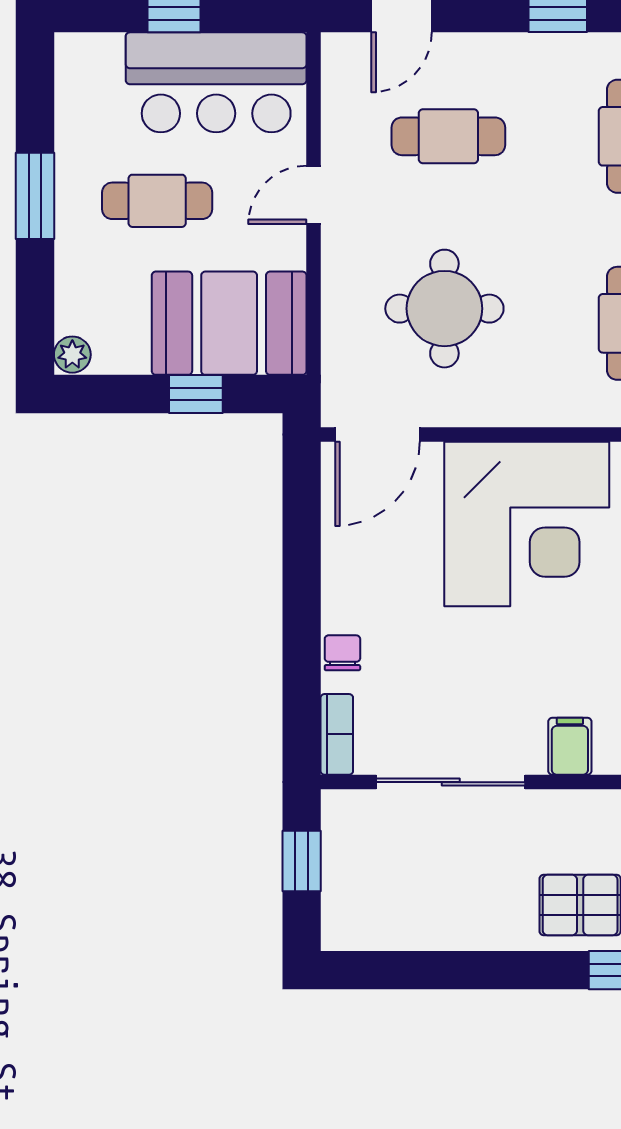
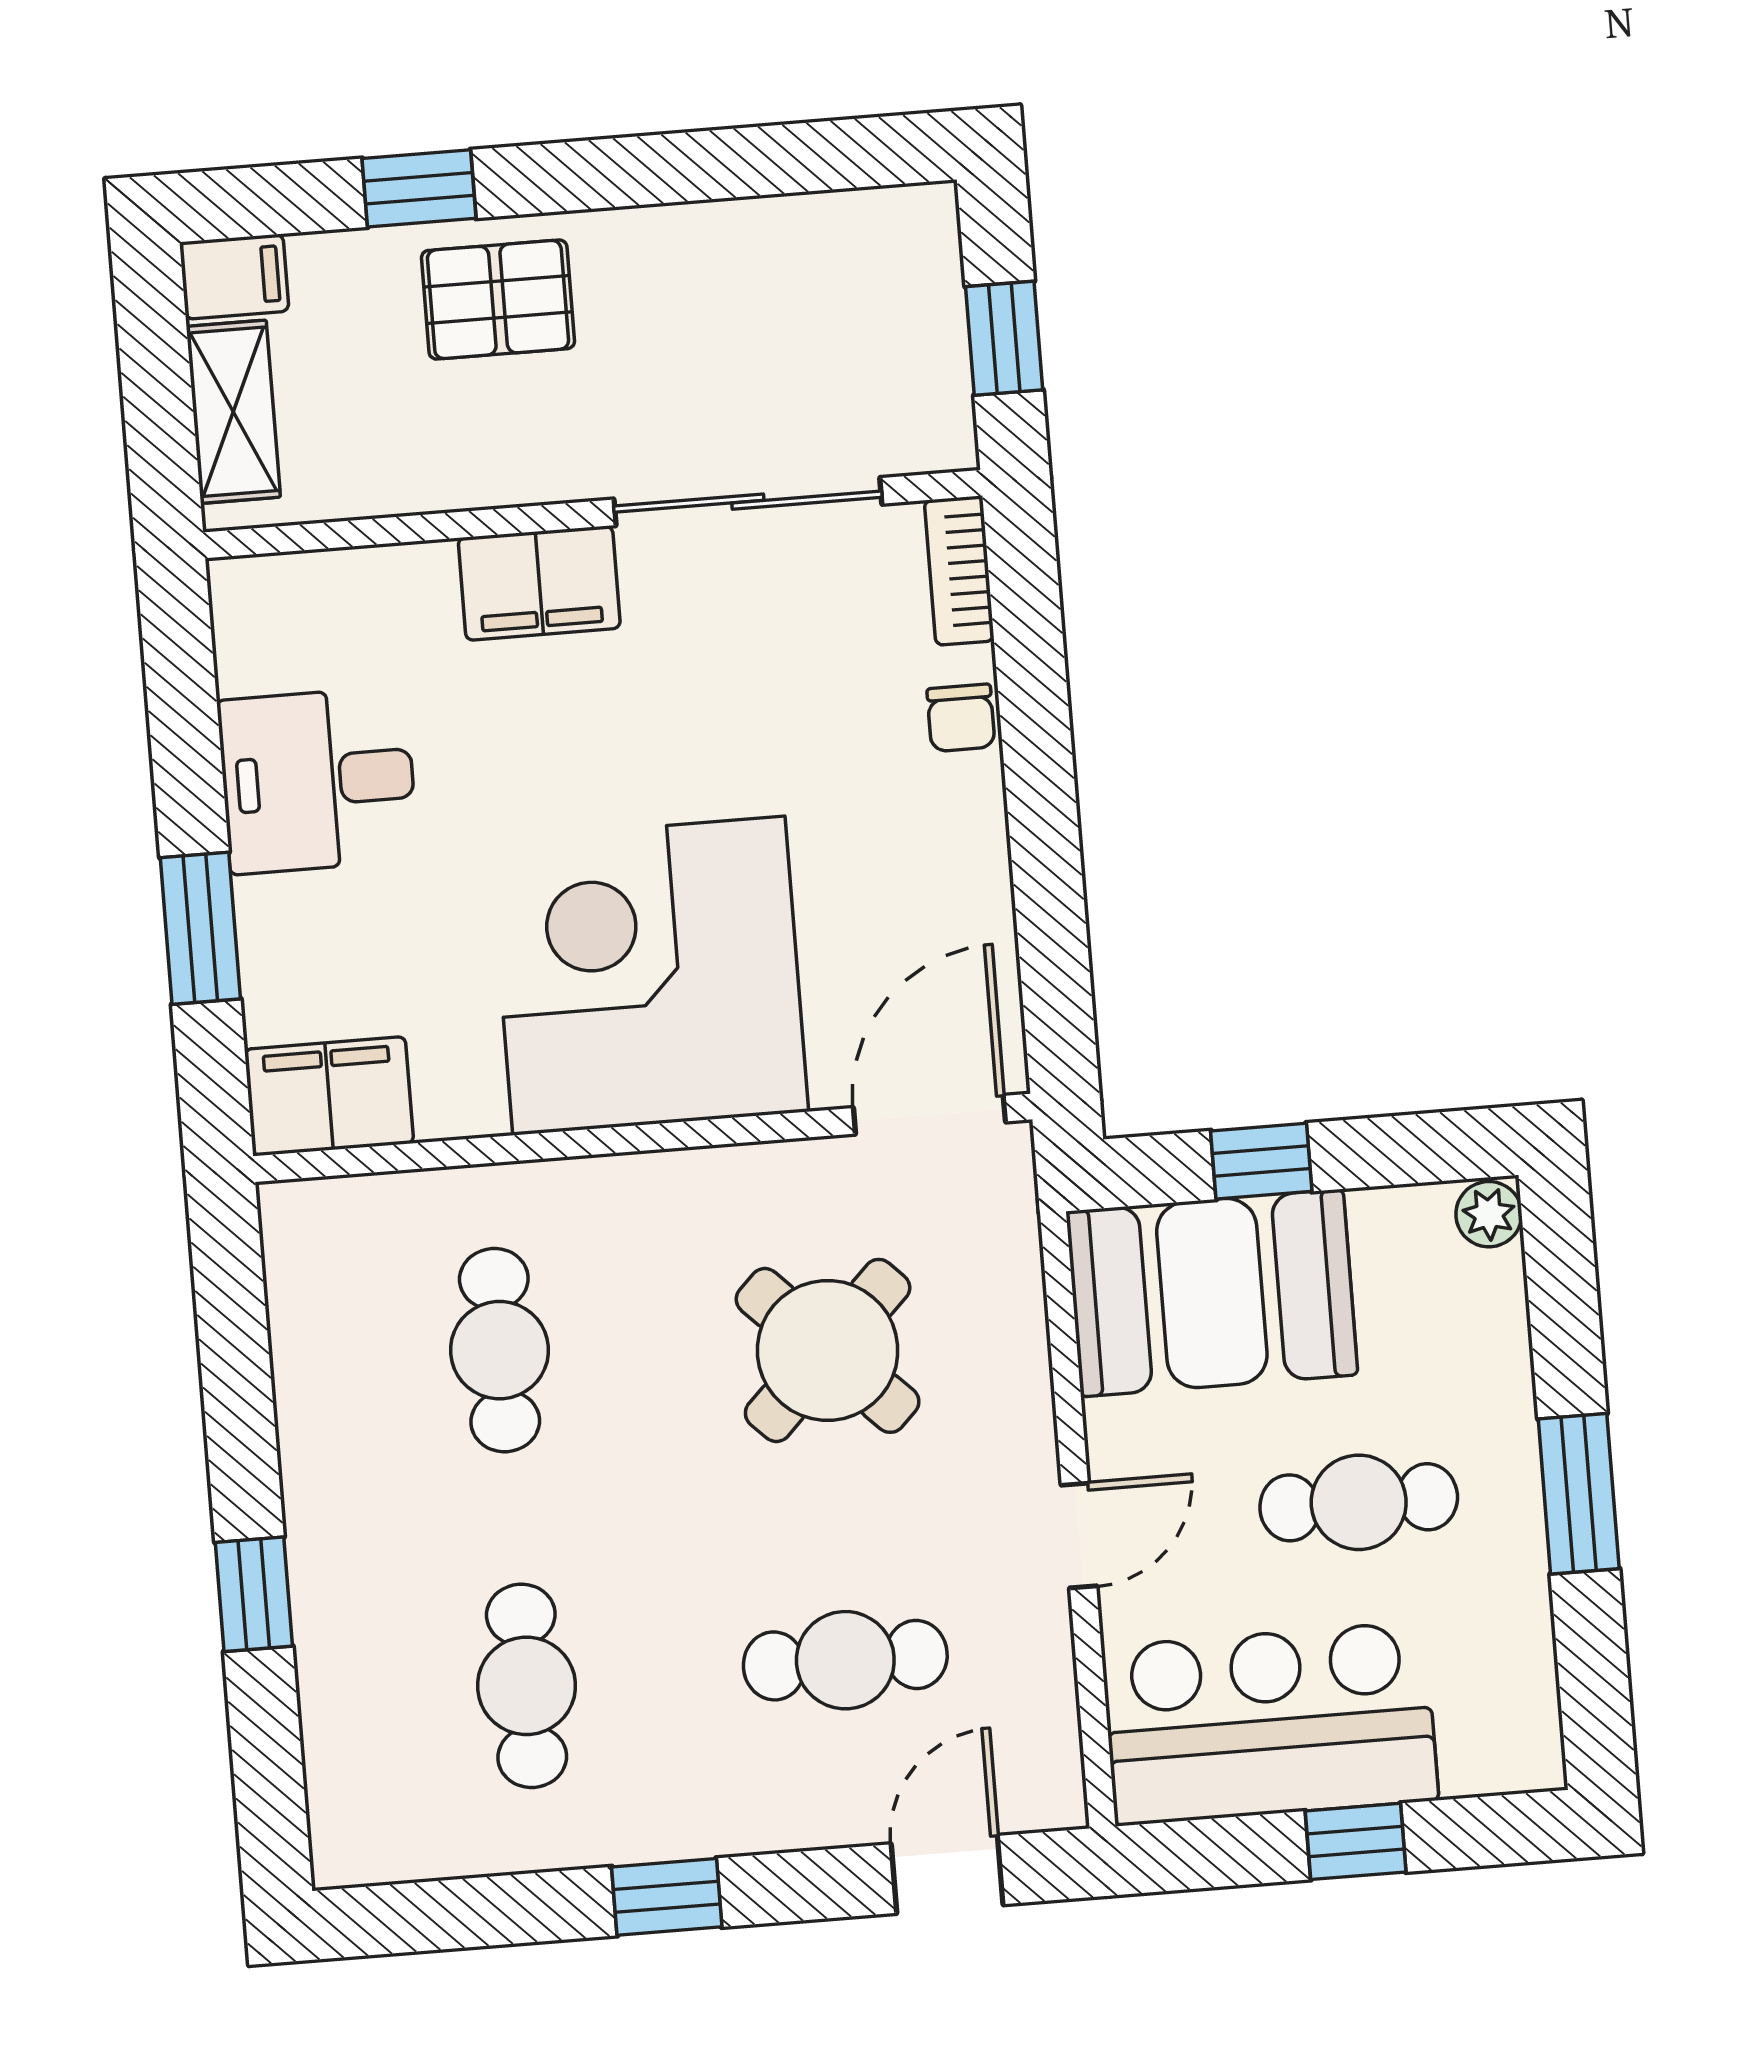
round table: (444, 309) -> (828, 1350), turned 45
filing cabinet: (570, 746) -> (539, 583), width x2.00

